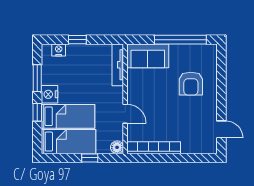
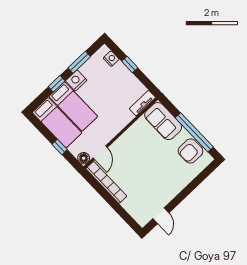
tv unit: (118, 65) -> (142, 103), width x0.71
armchair: (191, 84) -> (191, 151), moved
door: (125, 114) -> (100, 153), moved

